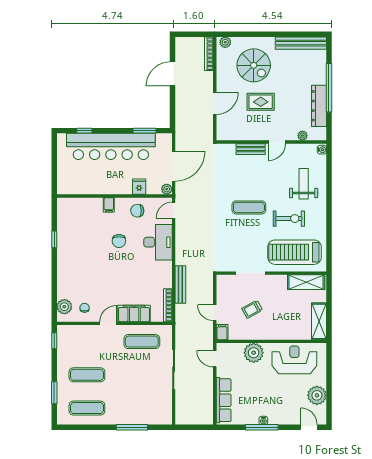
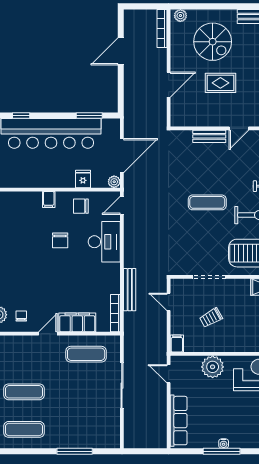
door: (215, 313) -> (169, 302), moved

